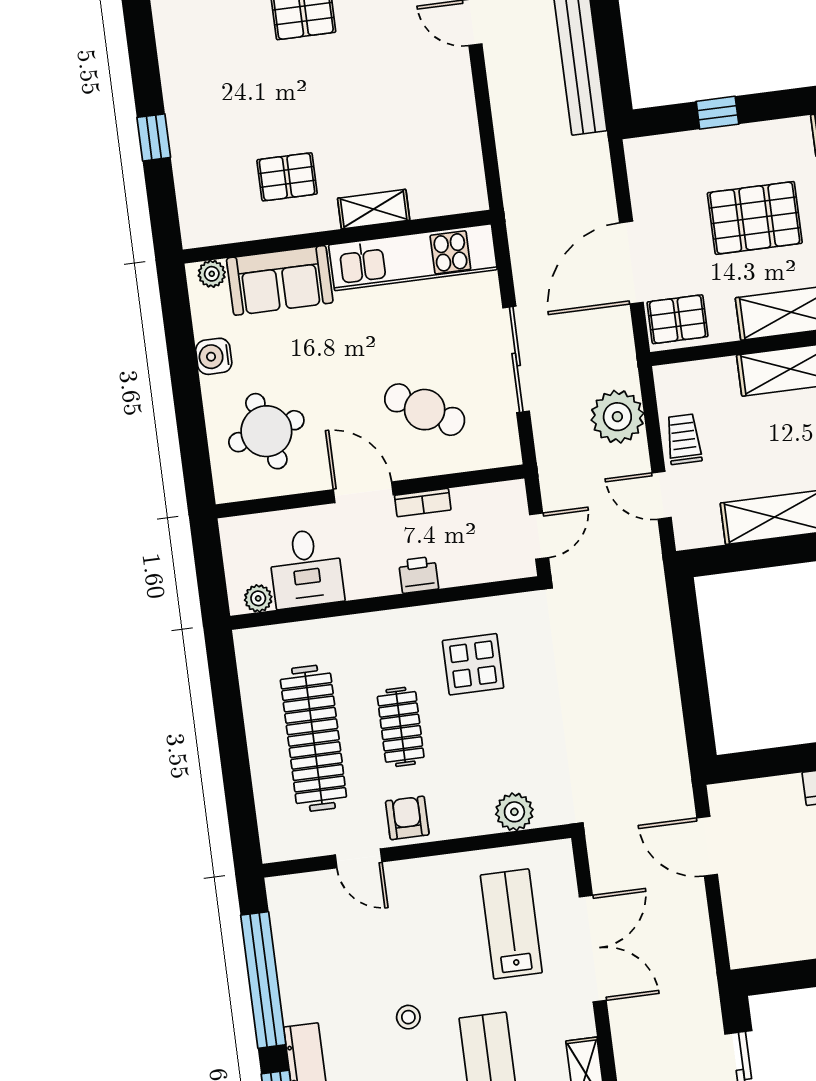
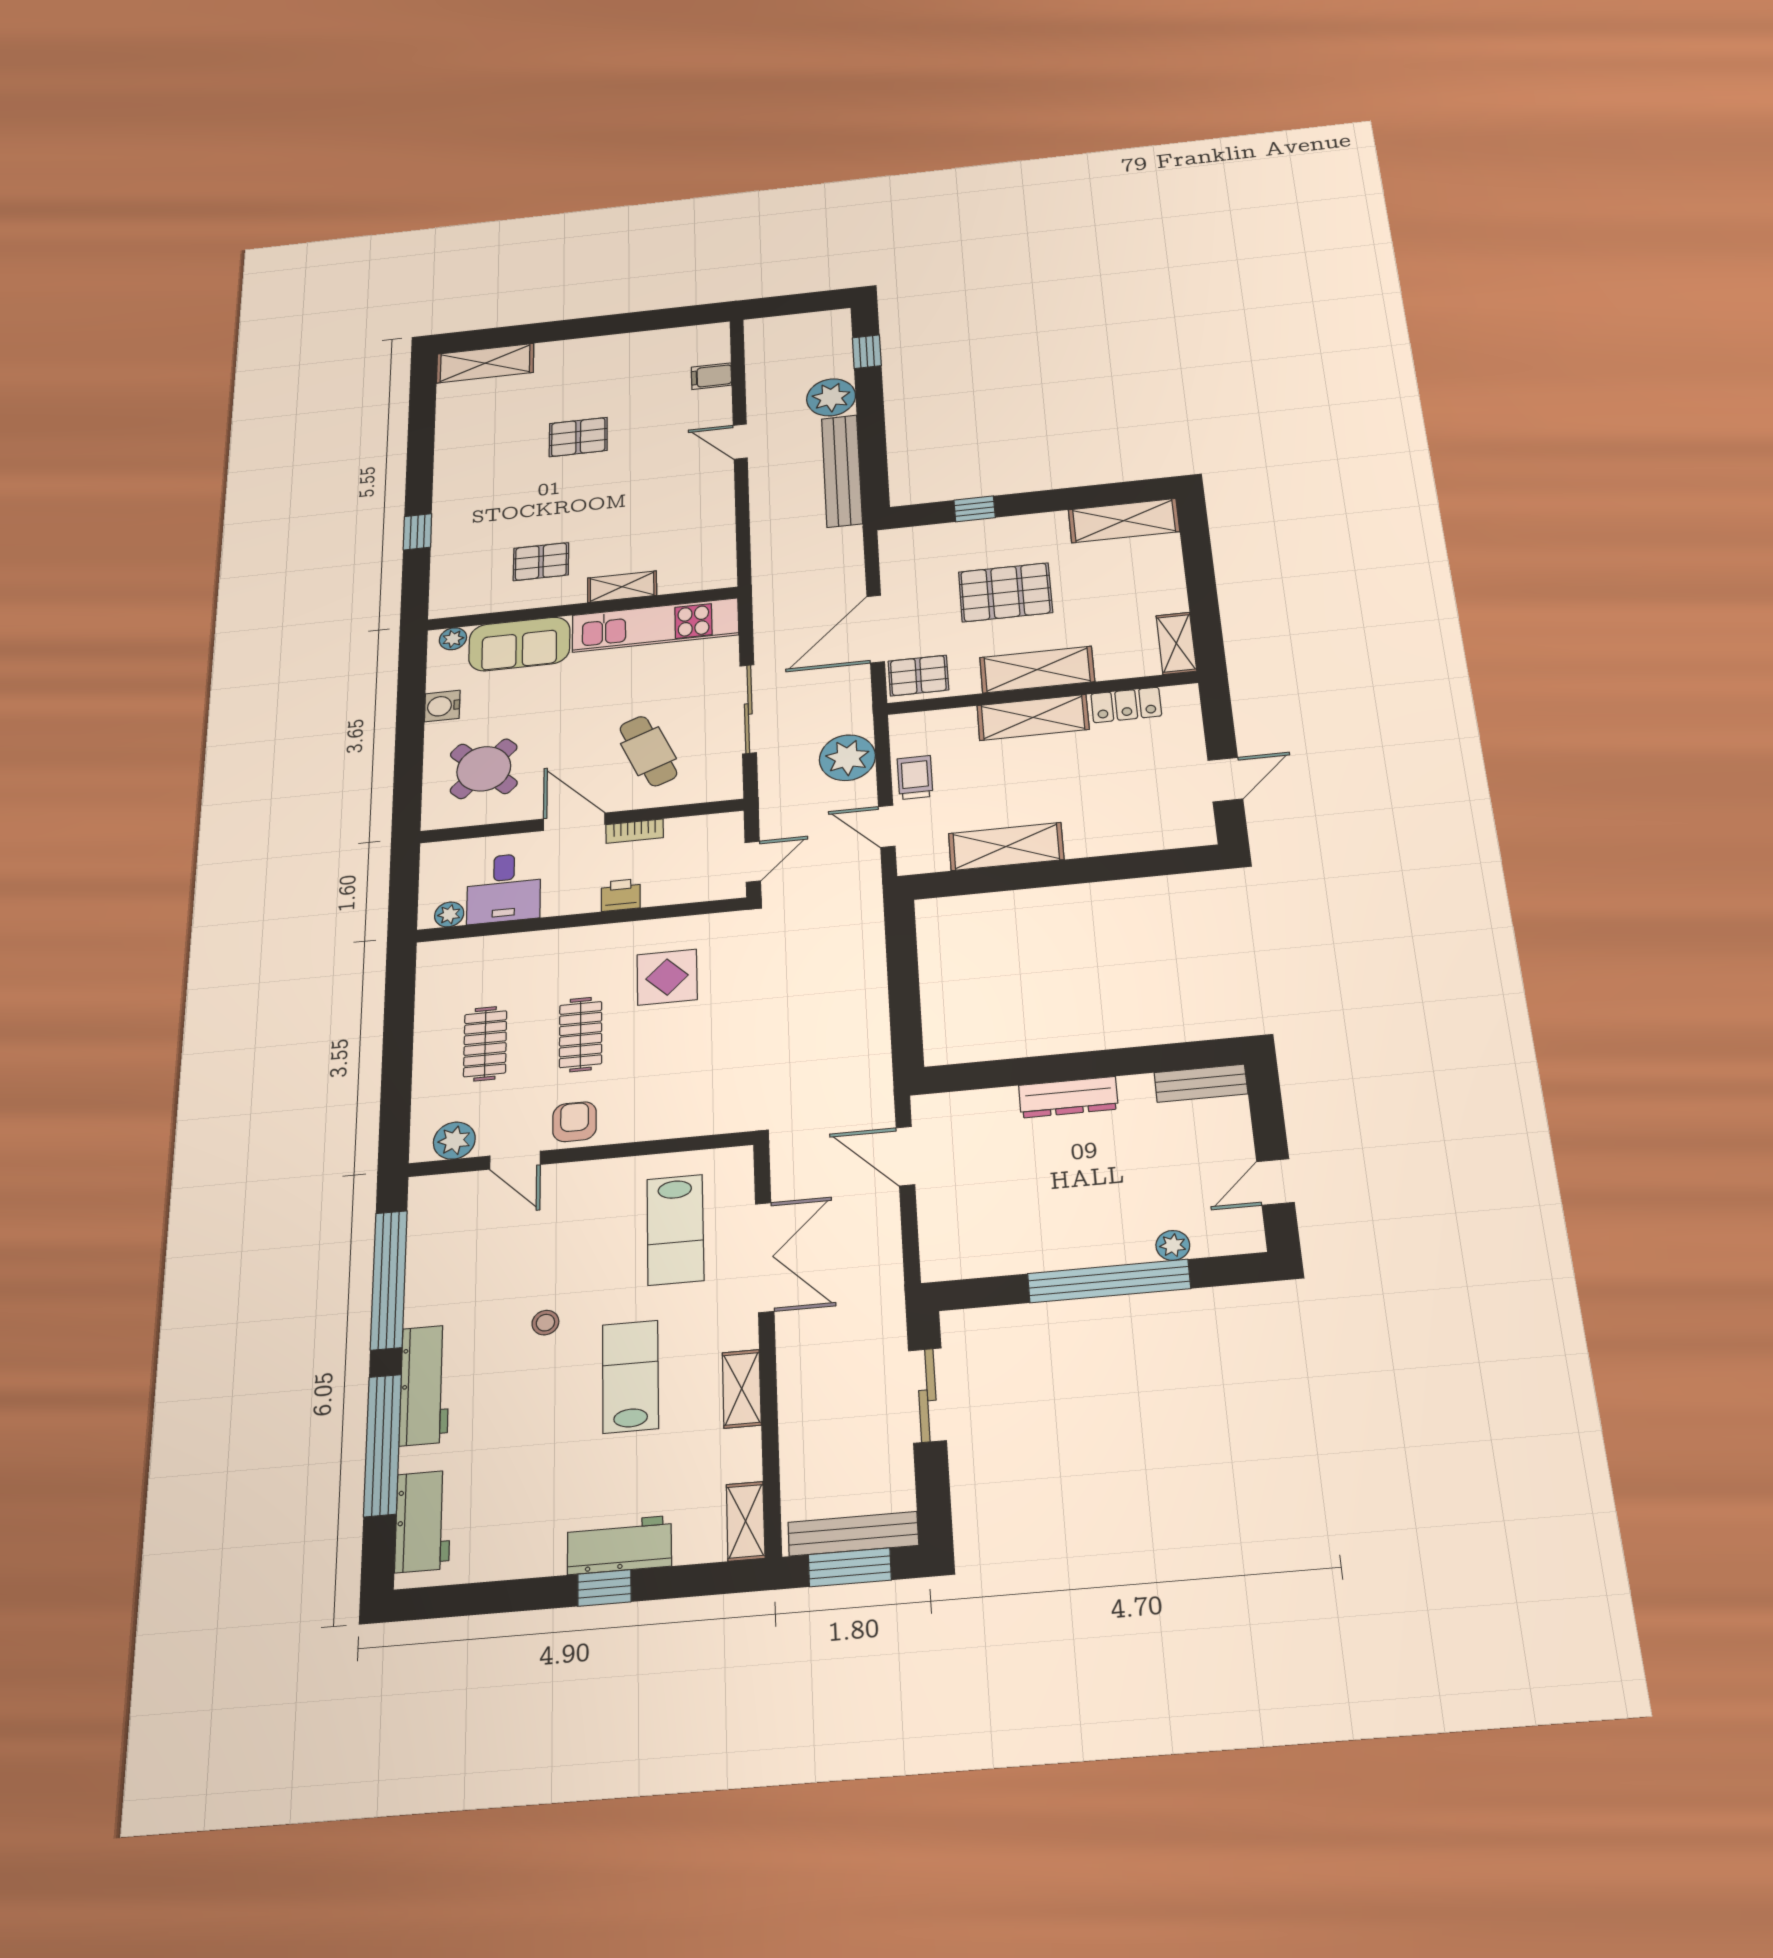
cafe table: (425, 410) -> (648, 751), turned 36
round table: (266, 431) -> (484, 769), turned -32
clothes rail: (313, 738) -> (485, 1044), width x0.54, depth x0.76
plant: (514, 812) -> (454, 1141), moved
lab bench: (511, 924) -> (675, 1230), turned 180

